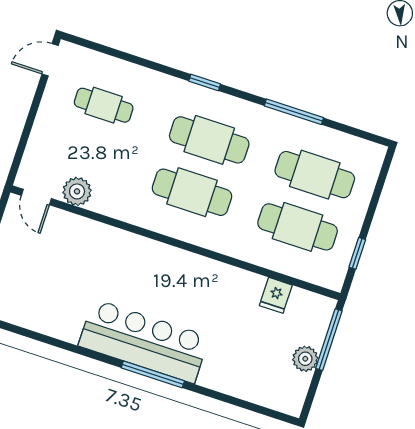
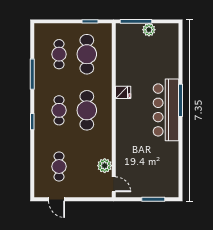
door: (50, 60) -> (57, 199), moved
cafe table: (209, 140) -> (59, 110), width x0.73, depth x0.74
cafe table: (315, 175) -> (59, 54), width x0.73, depth x0.74
door: (36, 197) -> (114, 184), hinge flipped
fridge: (276, 295) -> (123, 92), moved

